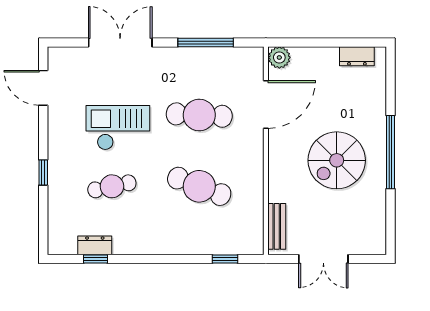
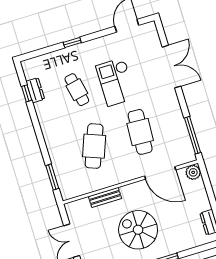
window: (206, 42) -> (192, 135), moved
checkout: (118, 128) -> (116, 82), turned 180
bench: (277, 226) -> (105, 197), moved
window: (225, 259) -> (52, 177), width x1.50

